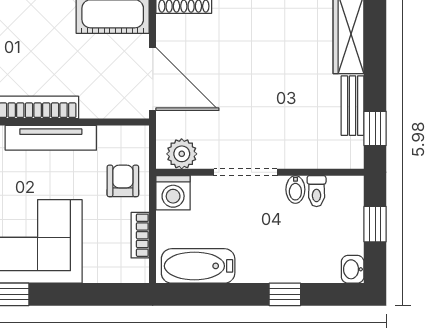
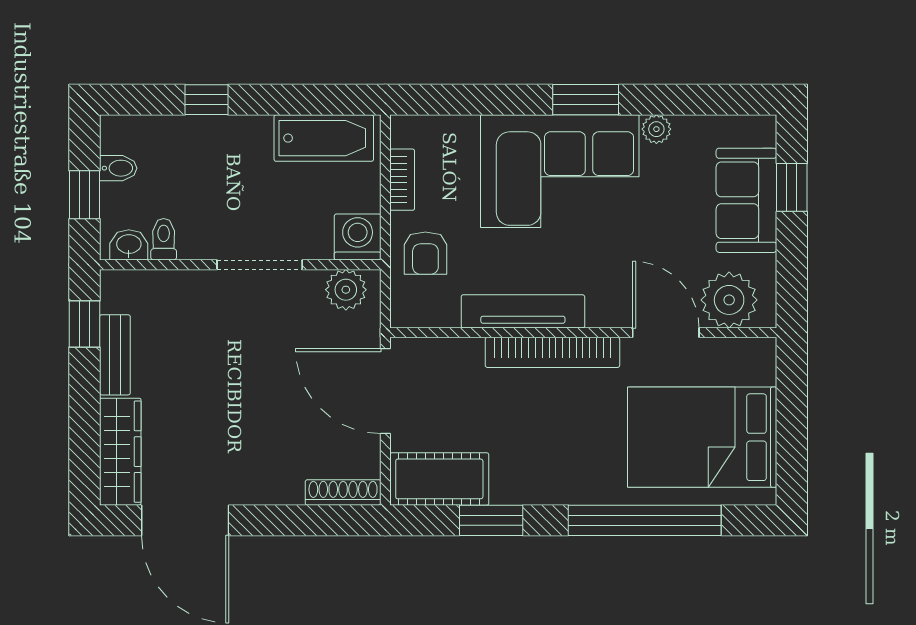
bidet: (295, 189) -> (118, 168), moved, turned 90
washbasin: (353, 269) -> (129, 245), moved, turned -90

